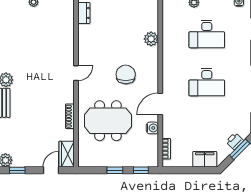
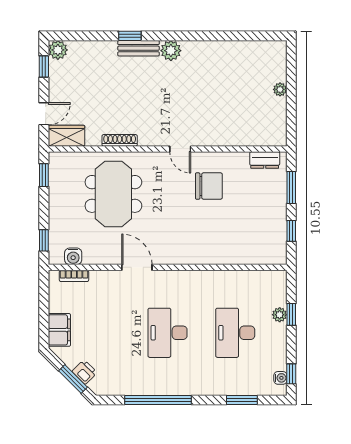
plant: (151, 39) -> (228, 255), removed
chair: (126, 74) -> (209, 186), moved
water cooler: (152, 128) -> (73, 256), moved
door: (51, 170) -> (44, 114), hinge flipped
window: (115, 170) -> (44, 175), moved

